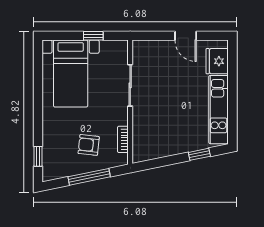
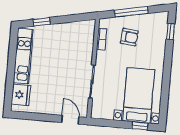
window: (93, 36) -> (140, 126), moved
door: (186, 36) -> (70, 120), moved

